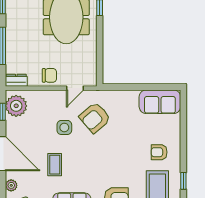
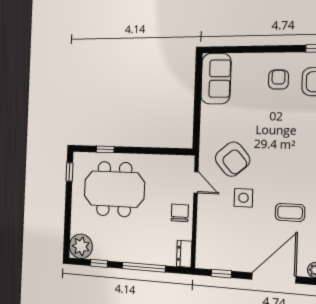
plant: (16, 106) -> (215, 256), removed
armchair: (159, 152) -> (278, 79), turned 180

